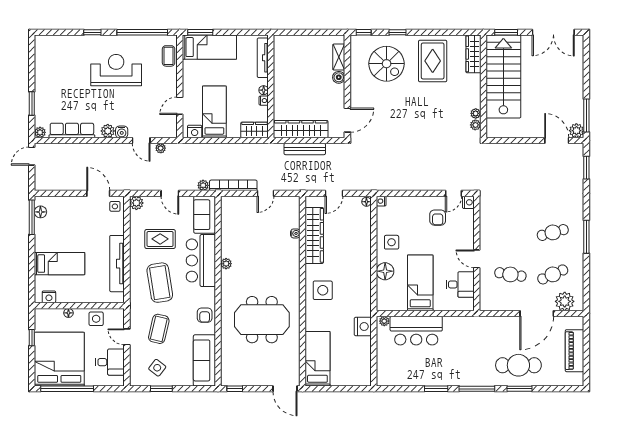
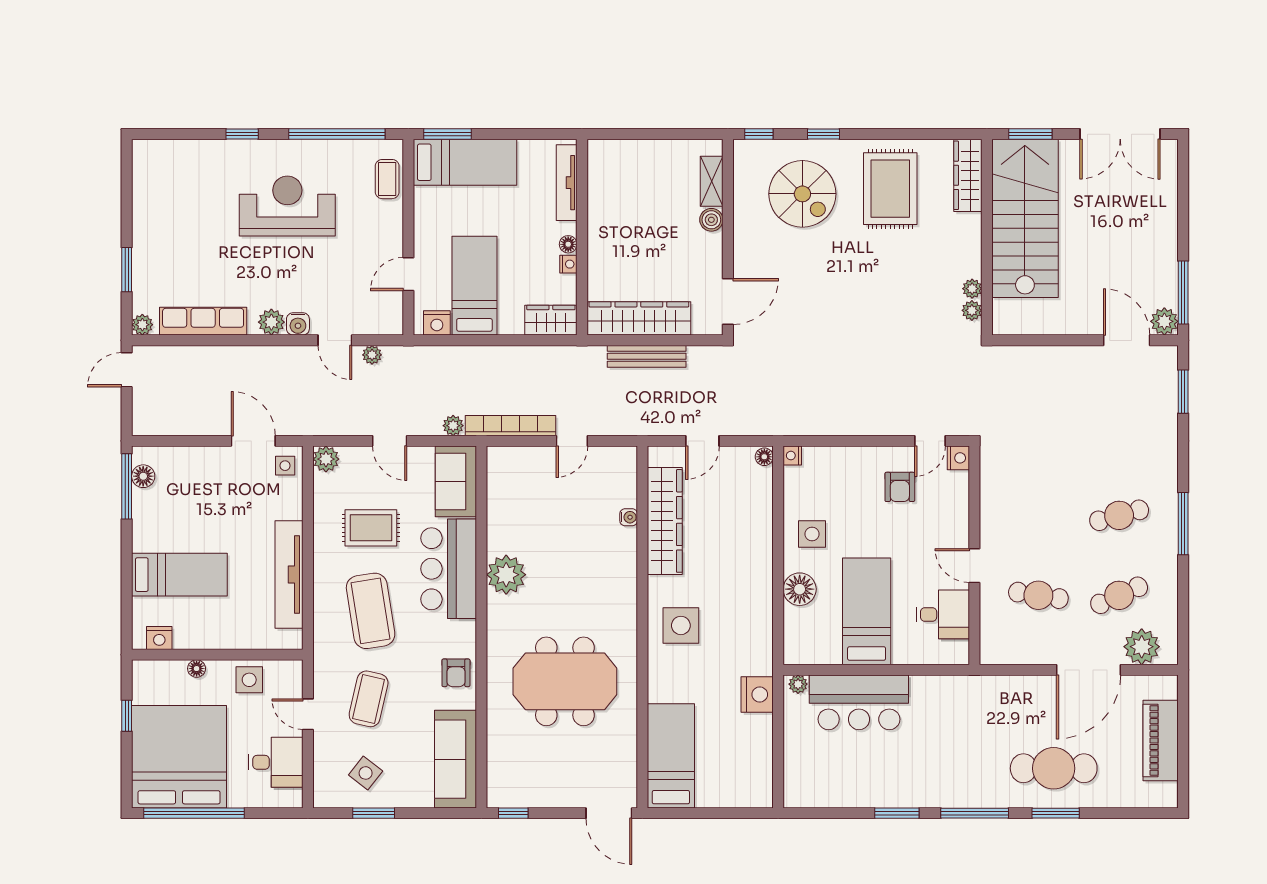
plant: (226, 264) -> (506, 575), width x1.88, depth x1.88

